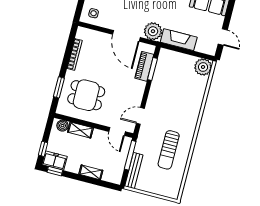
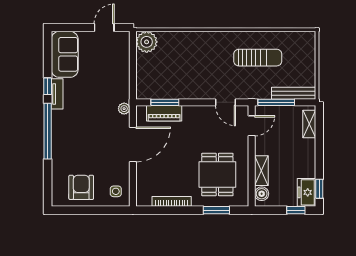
plant: (153, 31) -> (124, 109), width x0.53, depth x0.53
fireplace: (179, 40) -> (121, 80), removed
shelving: (91, 172) -> (309, 124), moved

